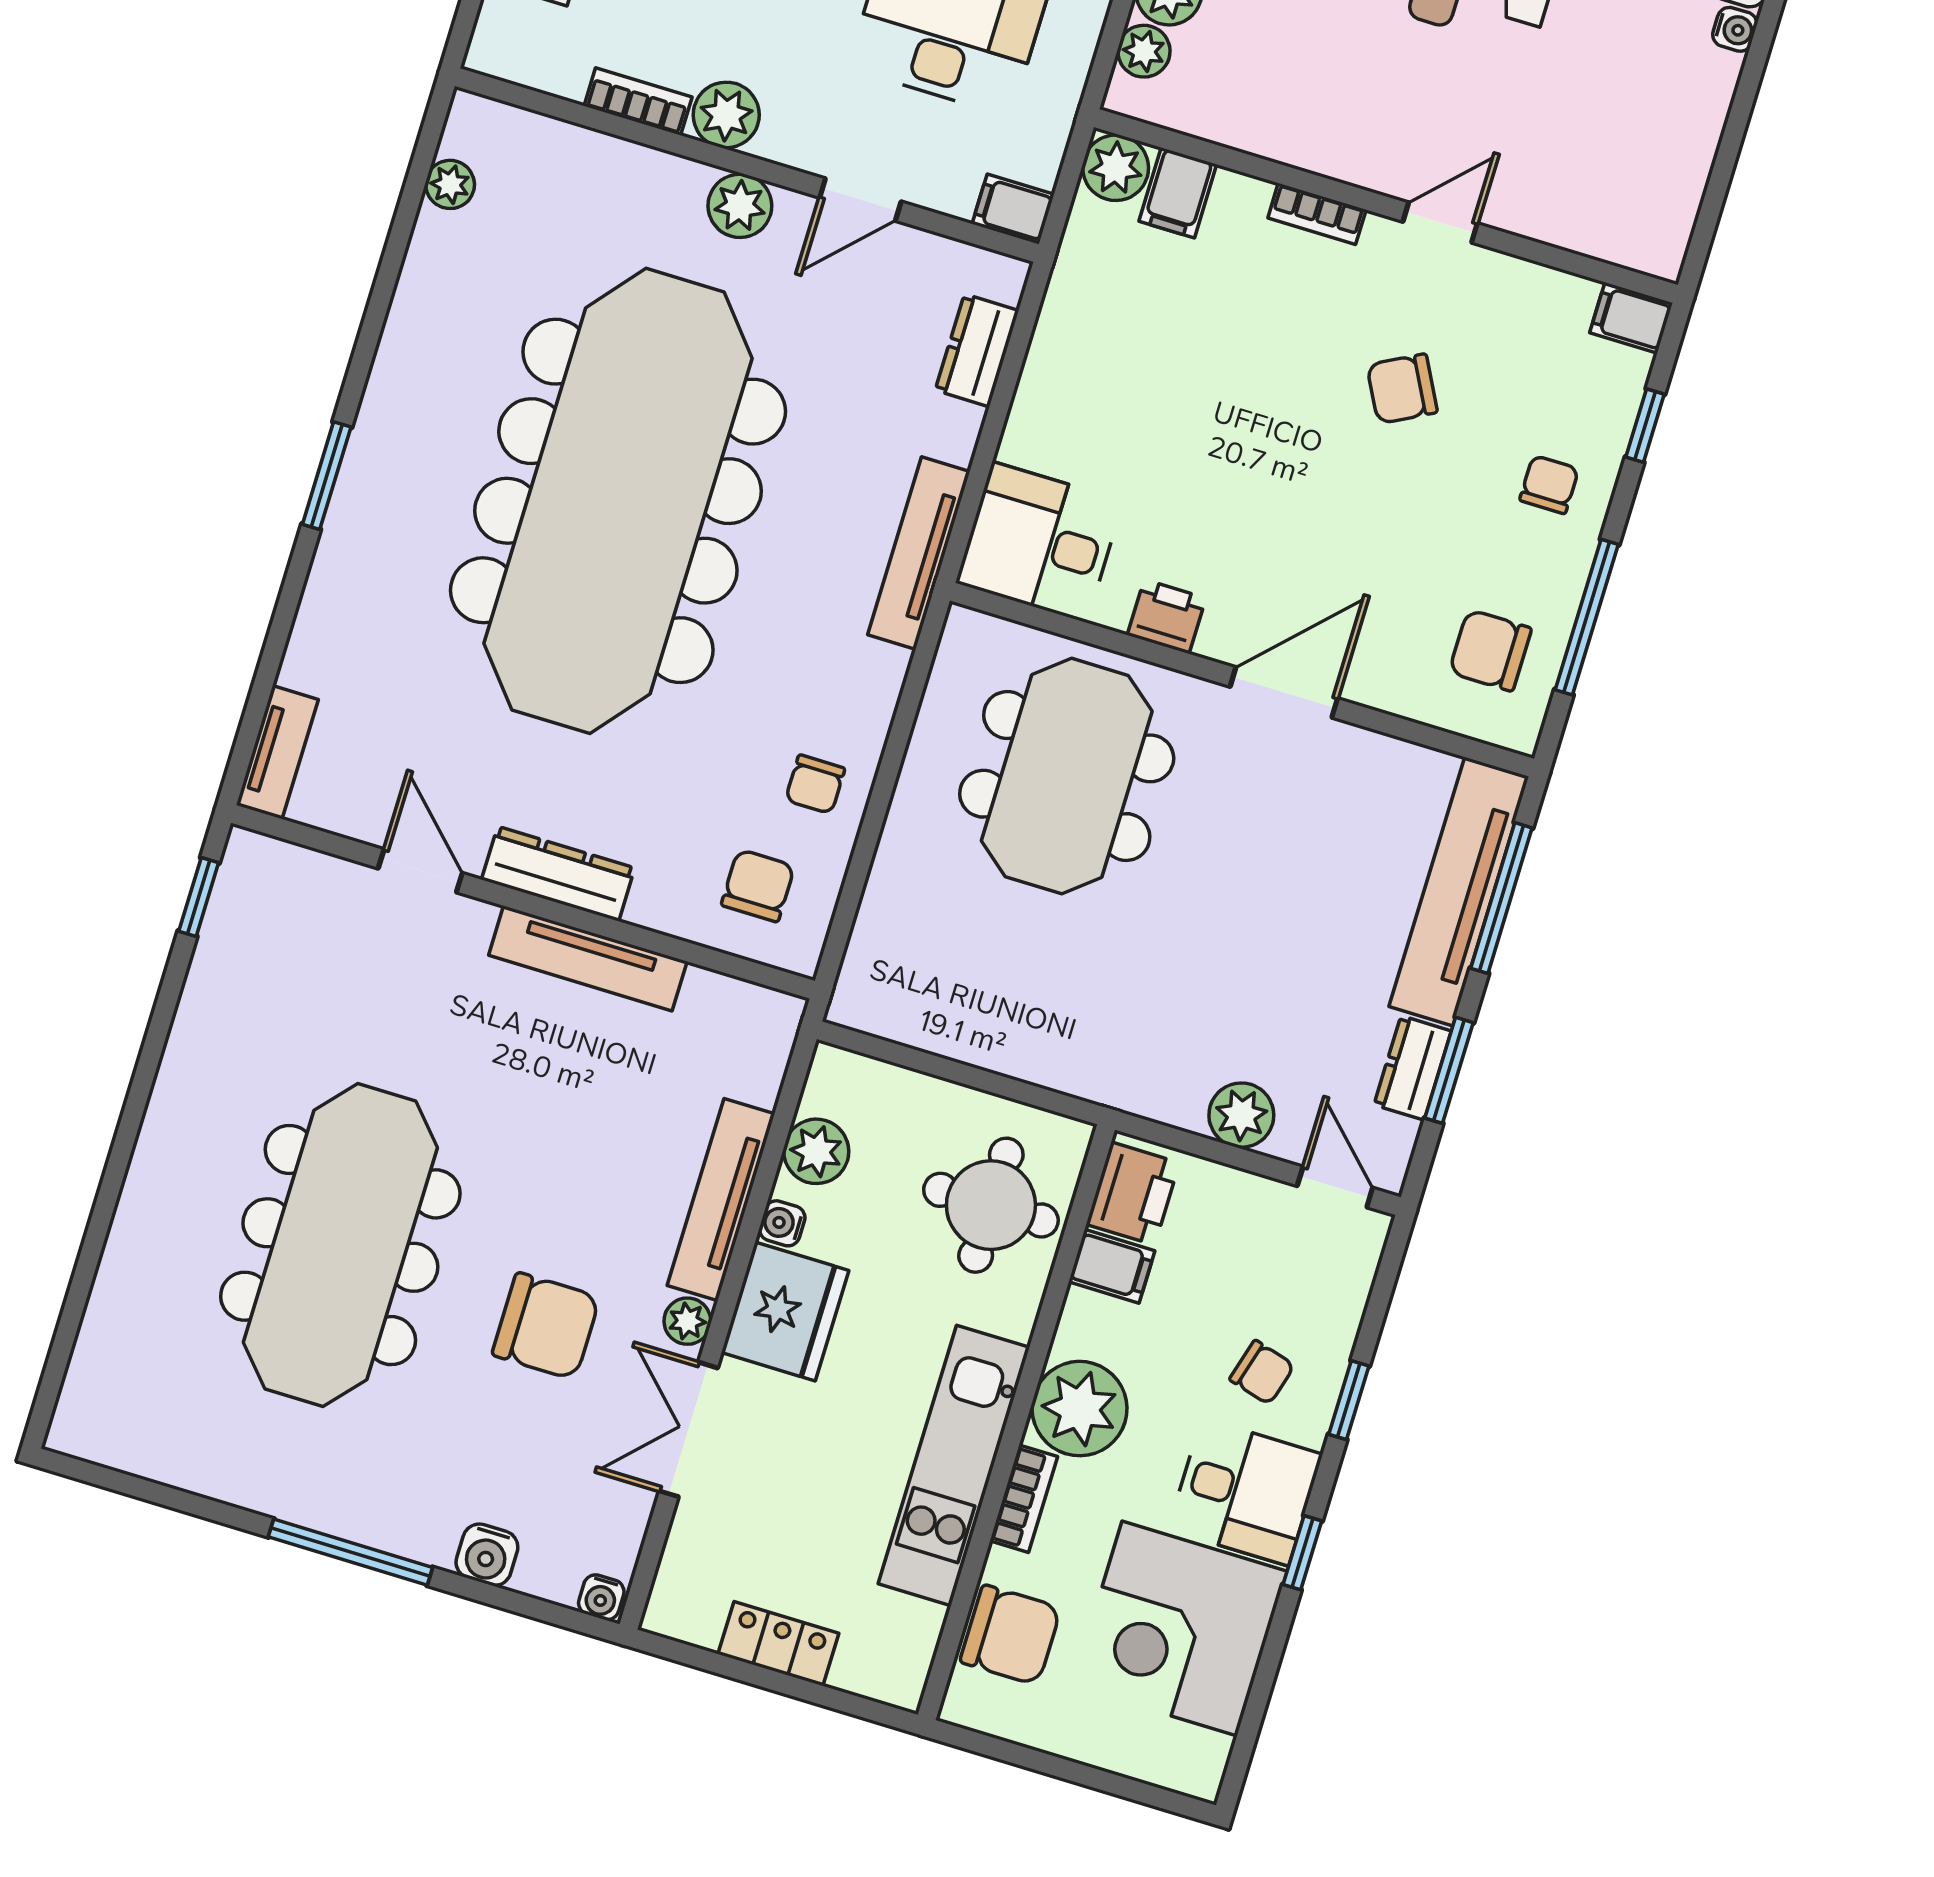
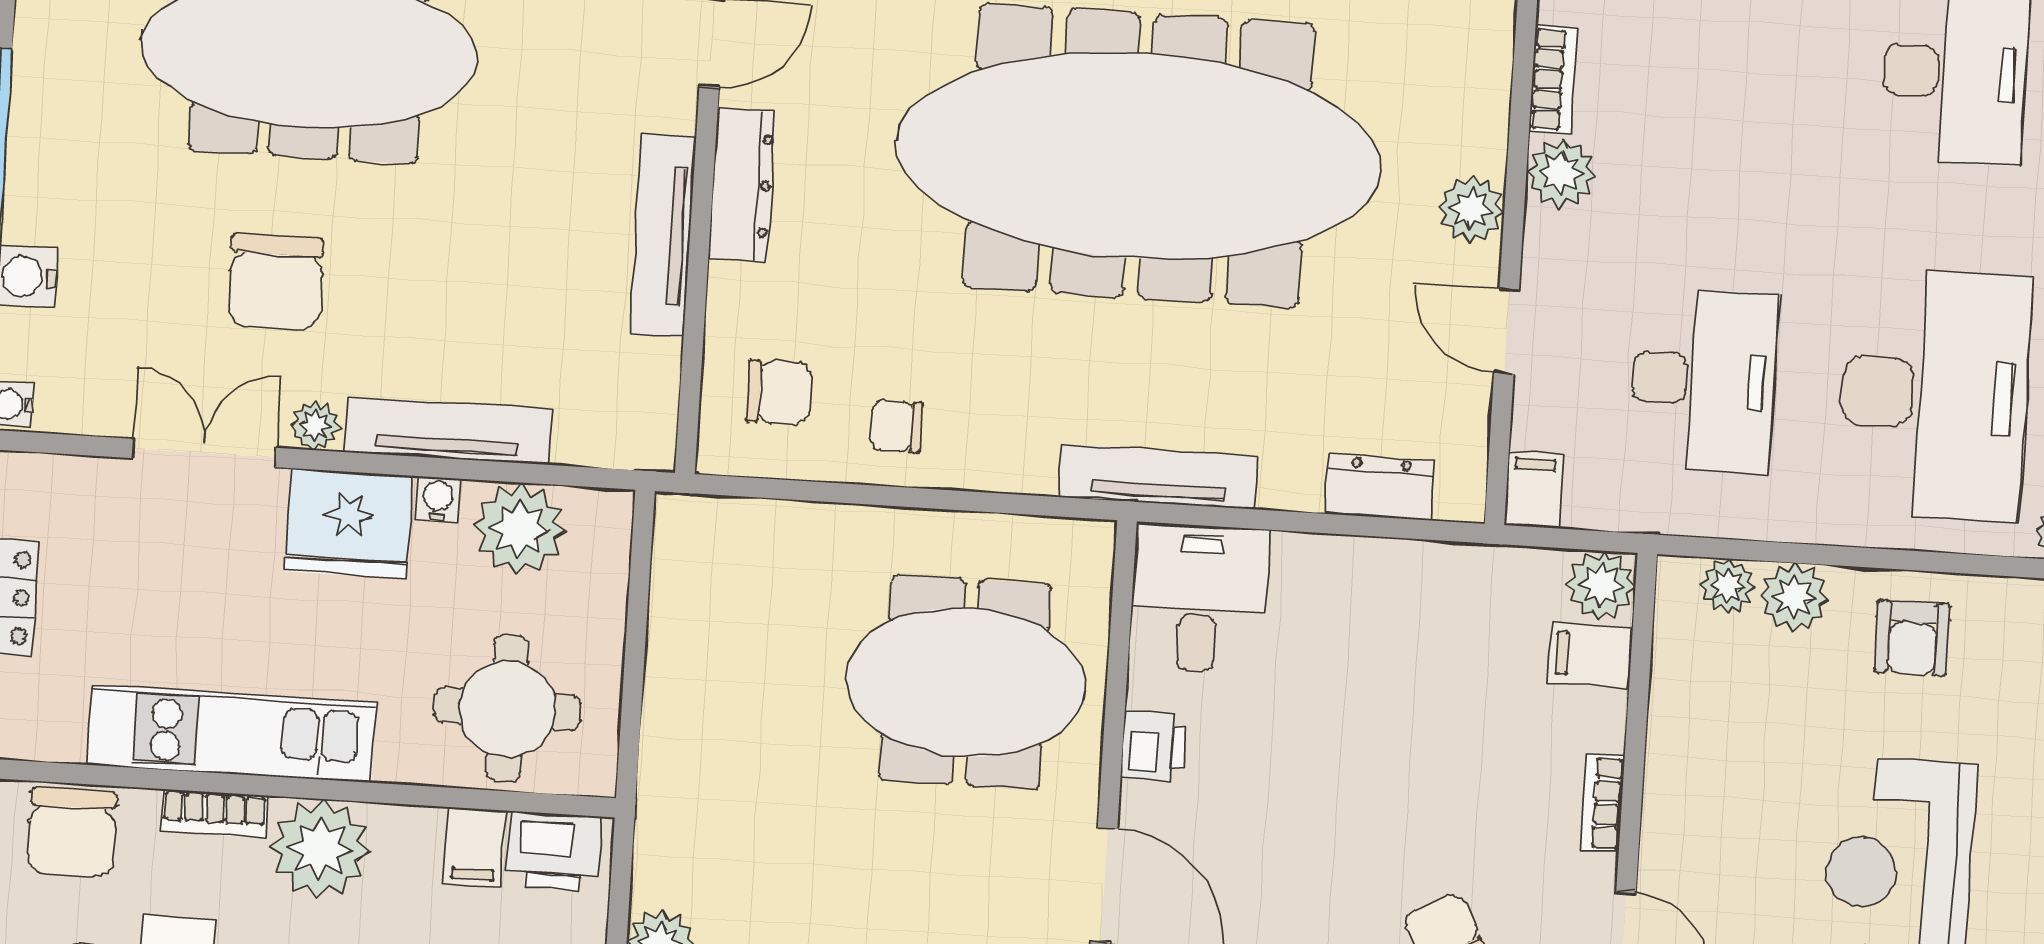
plant: (816, 1151) -> (519, 529), width x1.36, depth x1.36

